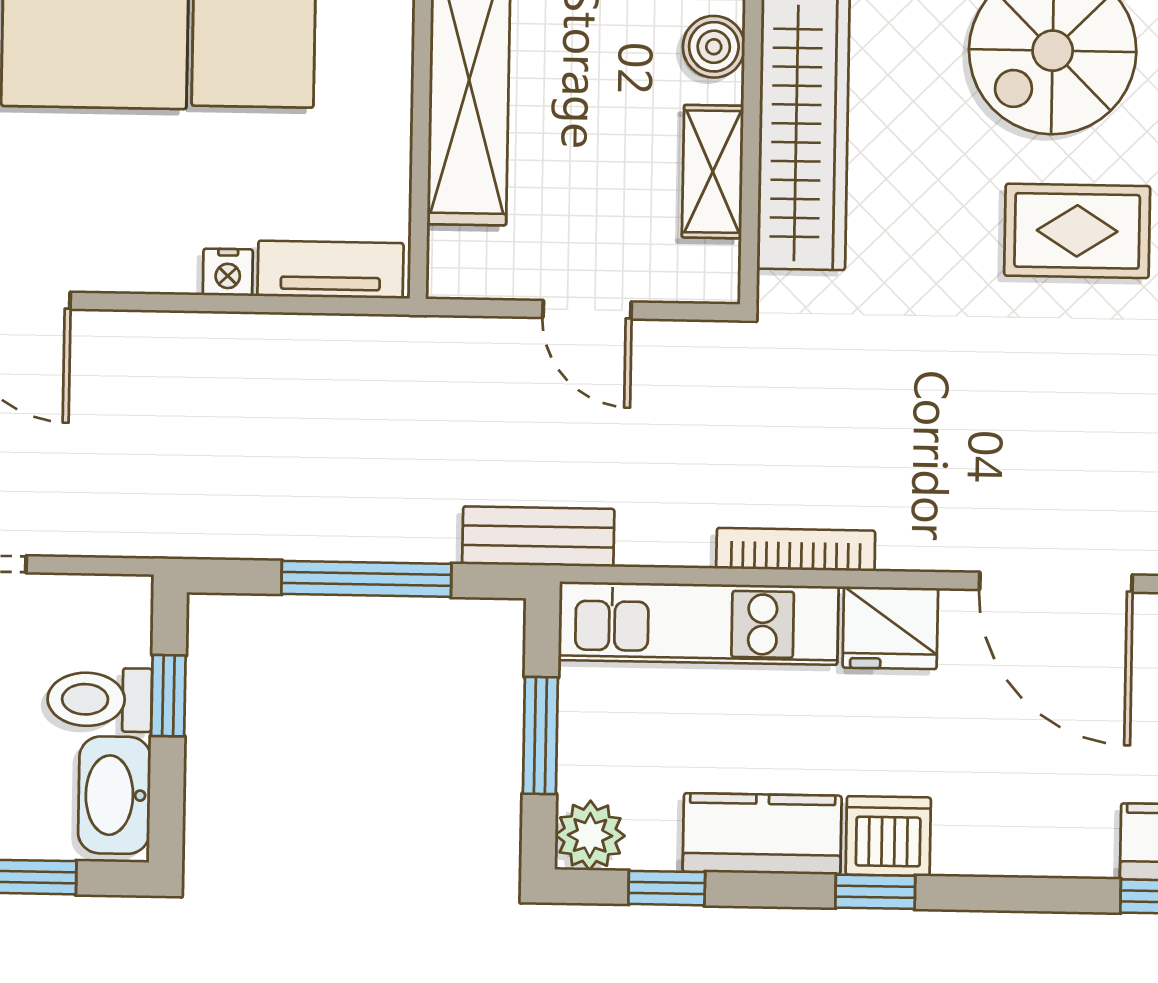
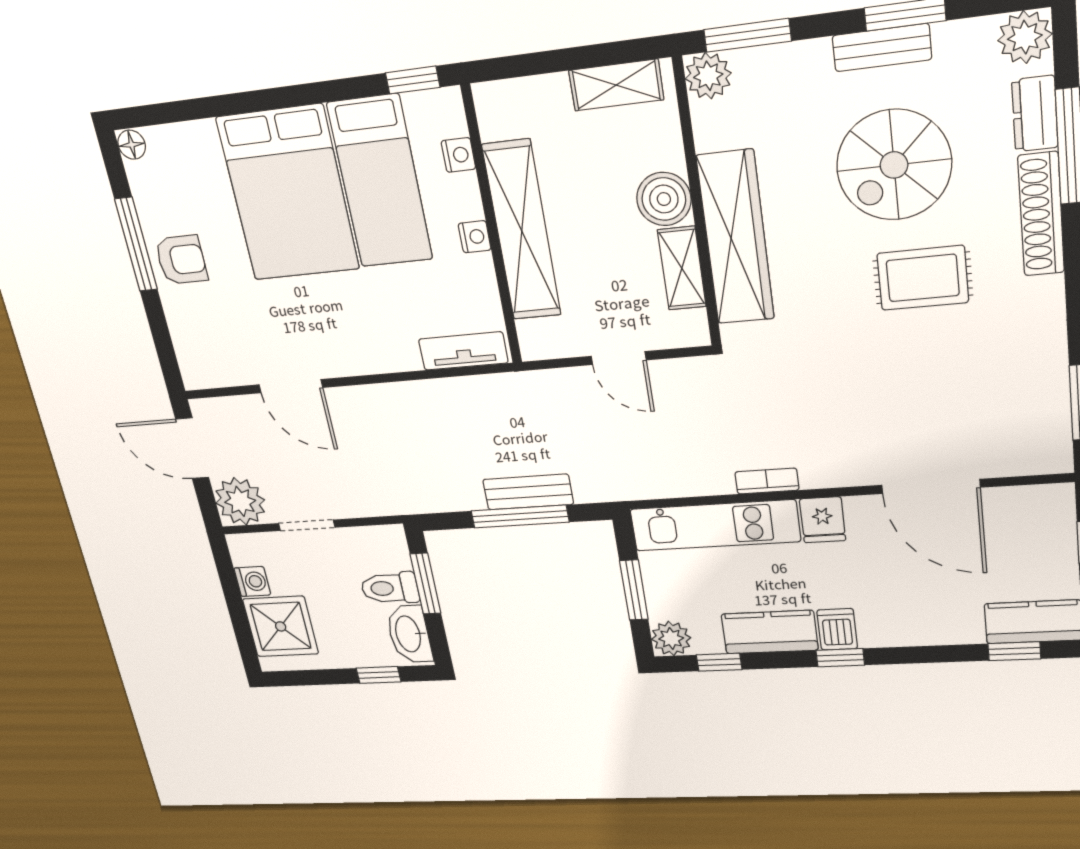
boiler: (714, 47) -> (664, 199), width x1.36, depth x1.36
nightstand: (228, 272) -> (475, 237), moved, turned -90
bench: (538, 536) -> (528, 492), moved
bookcase: (796, 550) -> (767, 481), width x0.64
fridge: (890, 628) -> (823, 520), width x0.72
window: (168, 696) -> (426, 584), width x1.50
dishwasher: (888, 836) -> (837, 629), width x0.73

